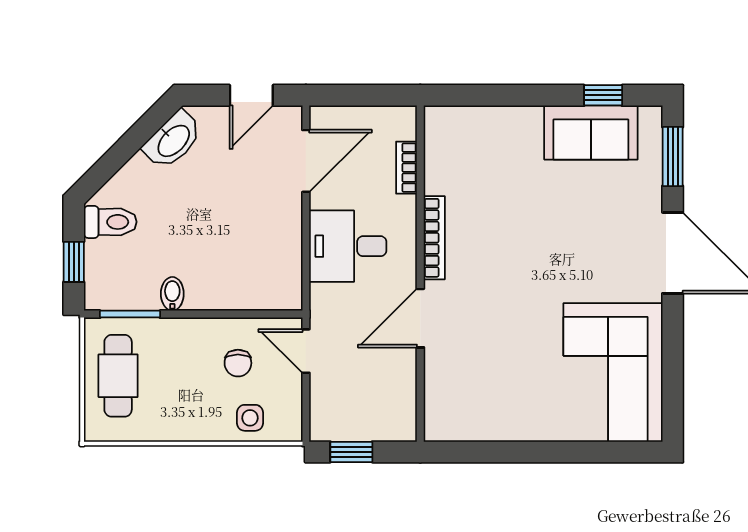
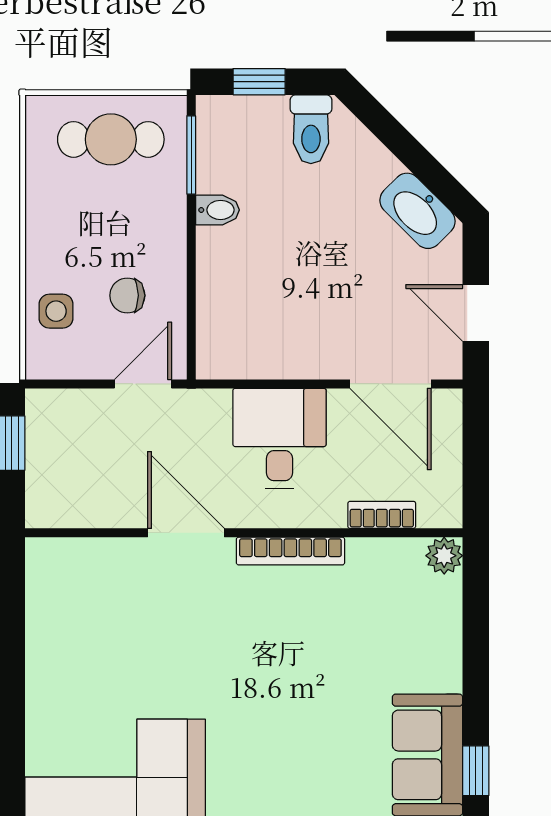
plant: (438, 120) -> (444, 556), added

